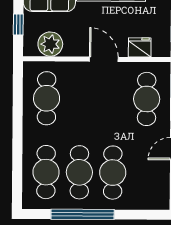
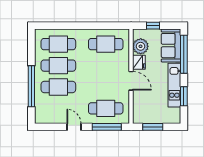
fridge: (140, 47) -> (139, 62), moved
door: (104, 59) -> (131, 81), hinge flipped
window: (83, 214) -> (31, 86), moved

